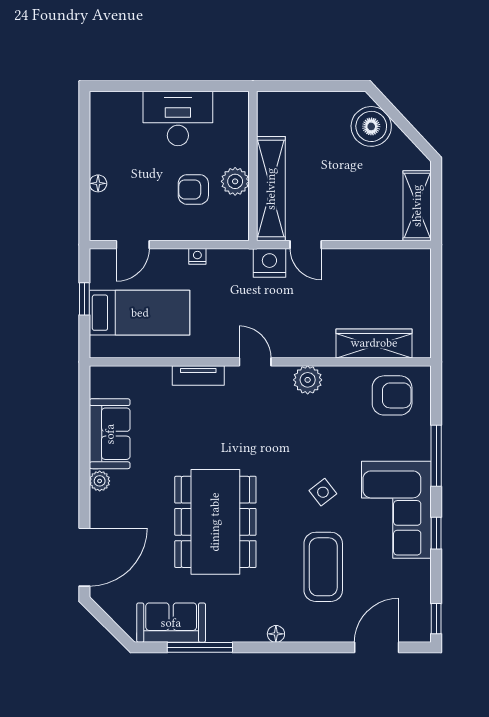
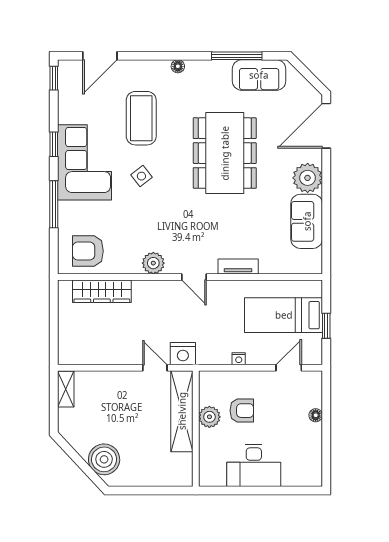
shelving: (417, 206) -> (66, 389), width x0.67, depth x0.75
plant: (100, 481) -> (308, 178), width x1.88, depth x1.88

